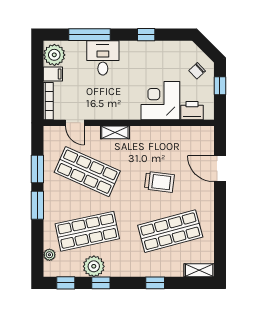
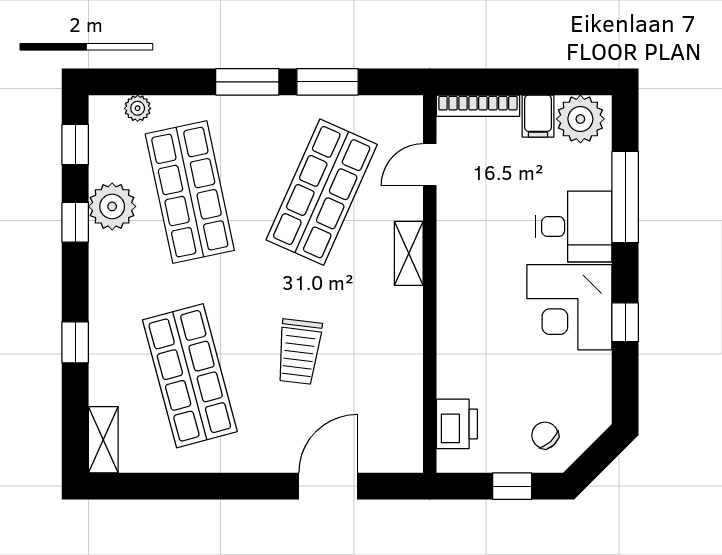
corner desk: (160, 101) -> (569, 307), moved, turned 180

